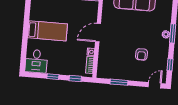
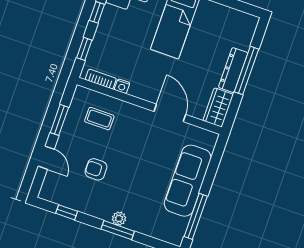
door: (98, 33) -> (170, 113), moved
coffee table: (112, 60) -> (99, 119), added
door: (155, 85) -> (46, 158), moved

